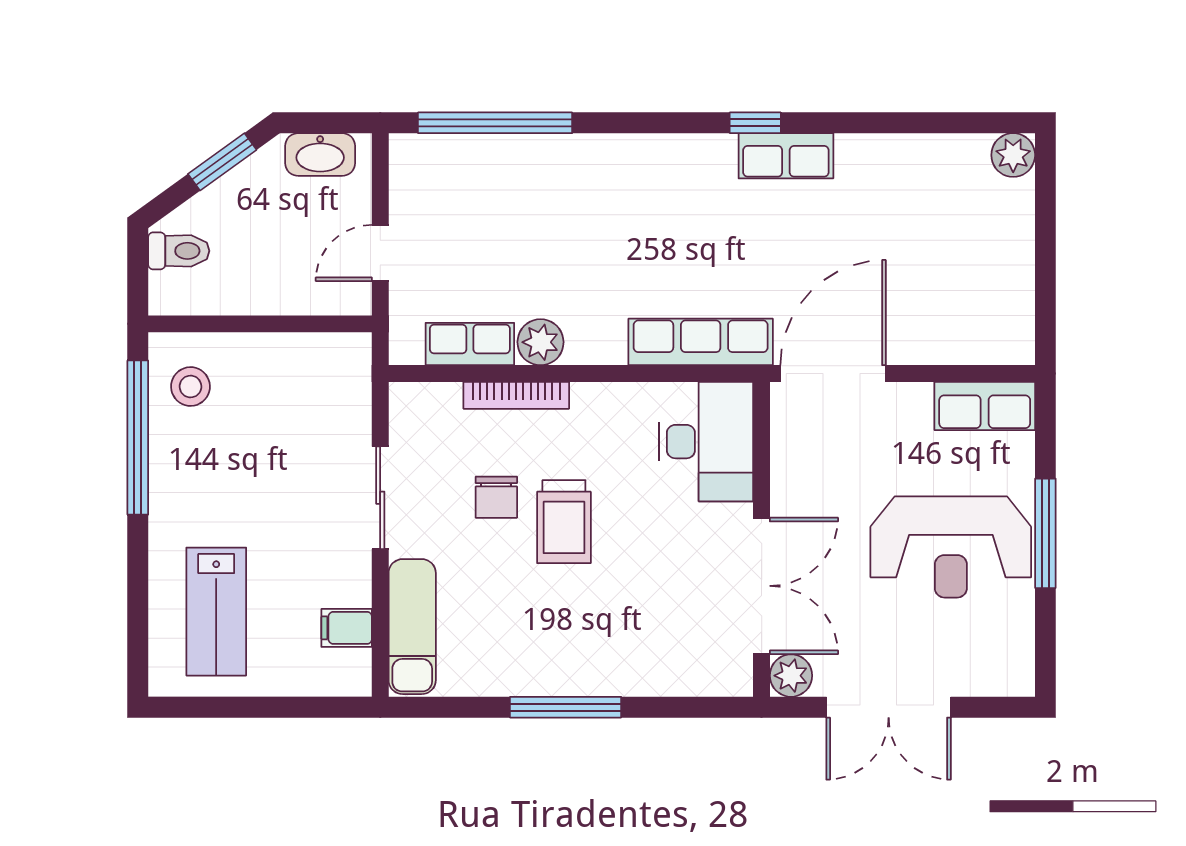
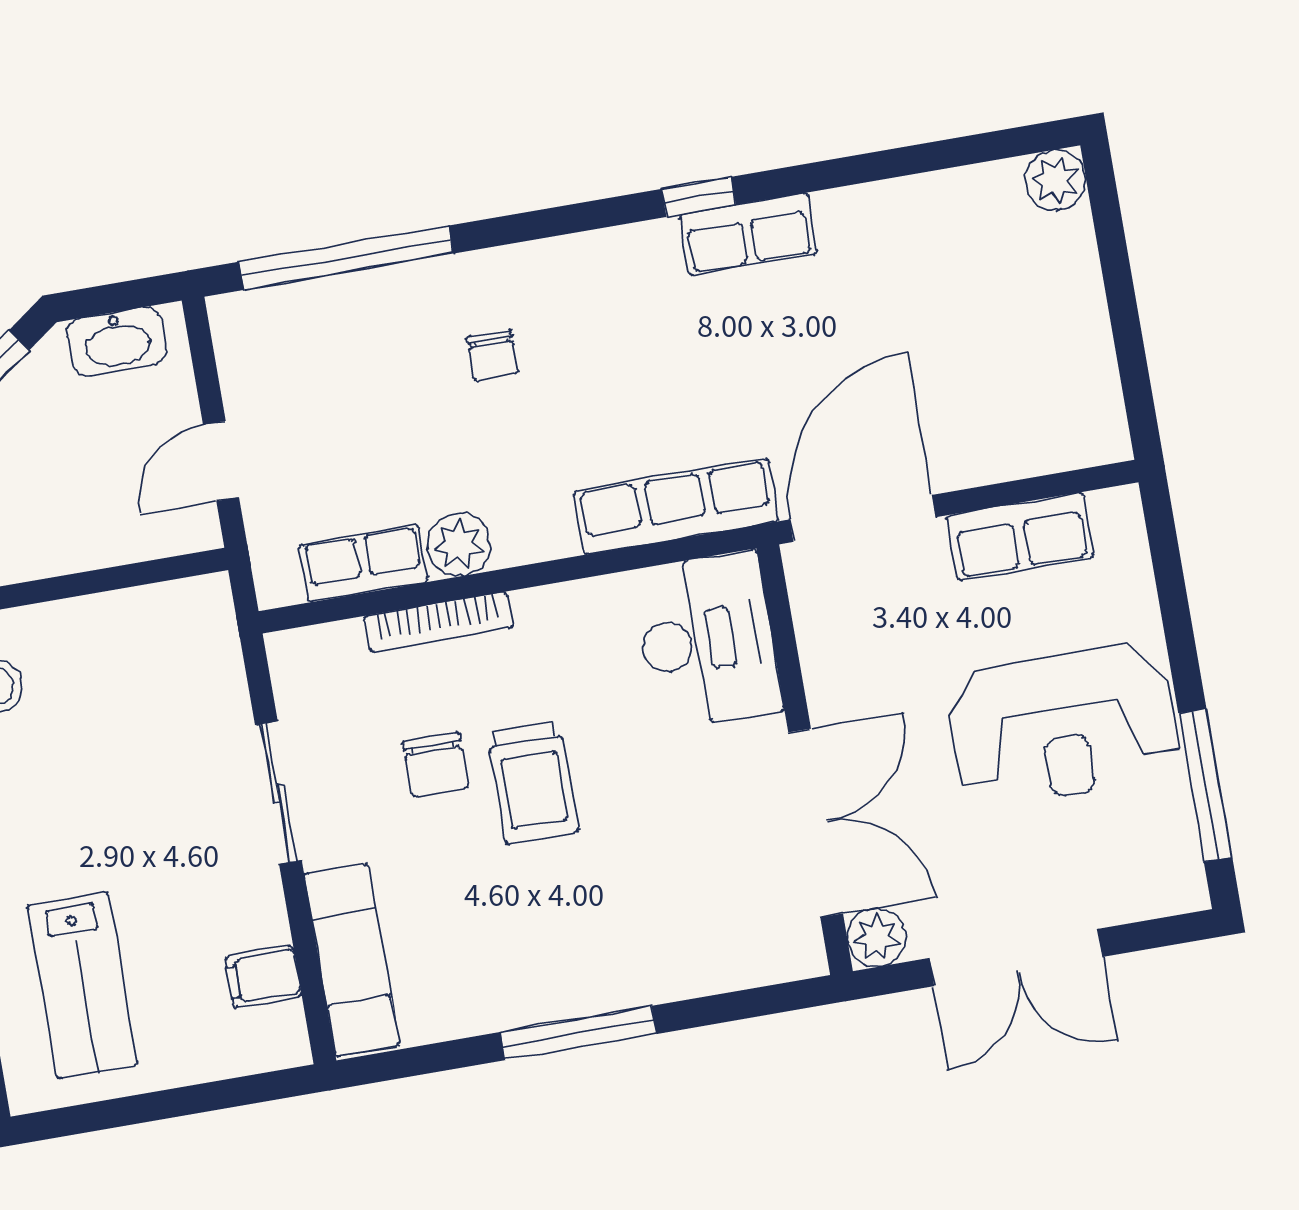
chair: (588, 211) -> (492, 356), added
row of seats: (985, 406) -> (1020, 536), moved
window: (1045, 533) -> (1205, 785), moved

